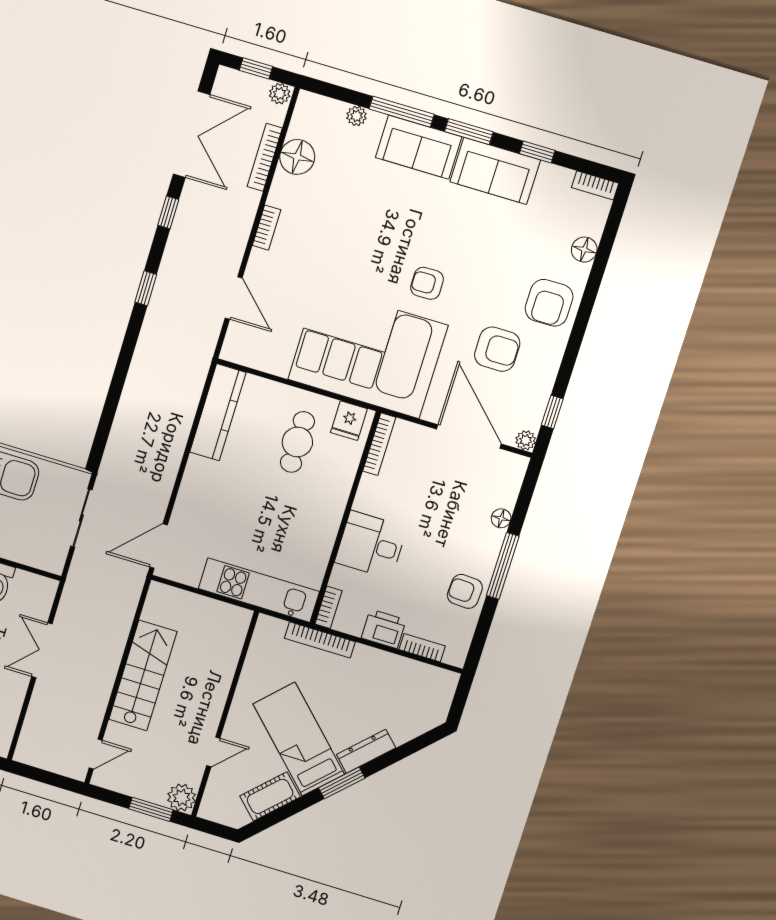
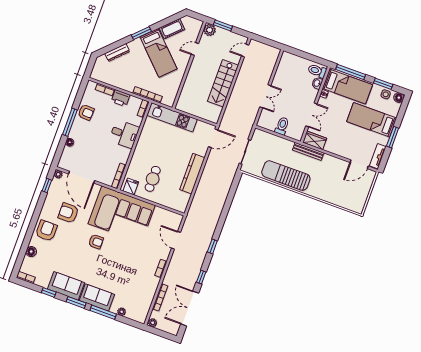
window: (256, 68) -> (162, 334), removed
floor lamp: (297, 157) -> (147, 297), removed
kitchen counter: (218, 412) -> (192, 174), moved
dresser: (366, 751) -> (117, 52), moved

